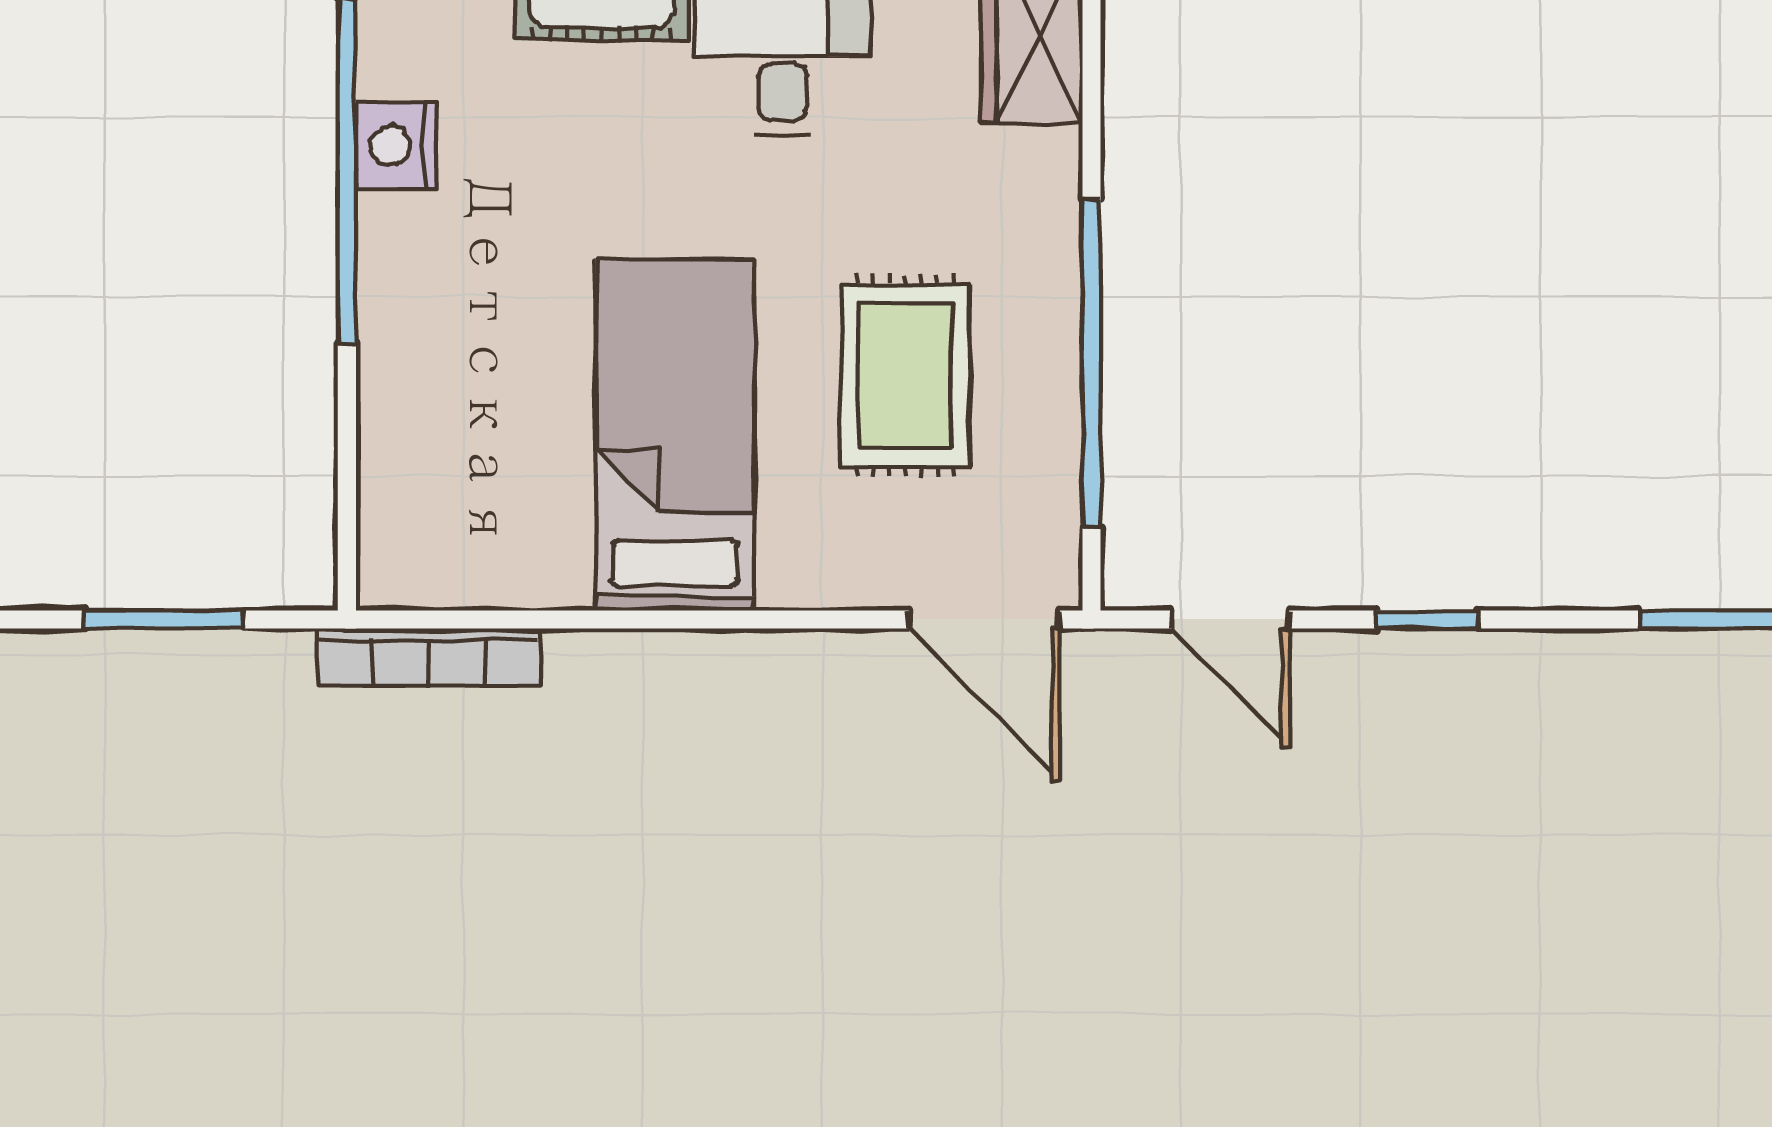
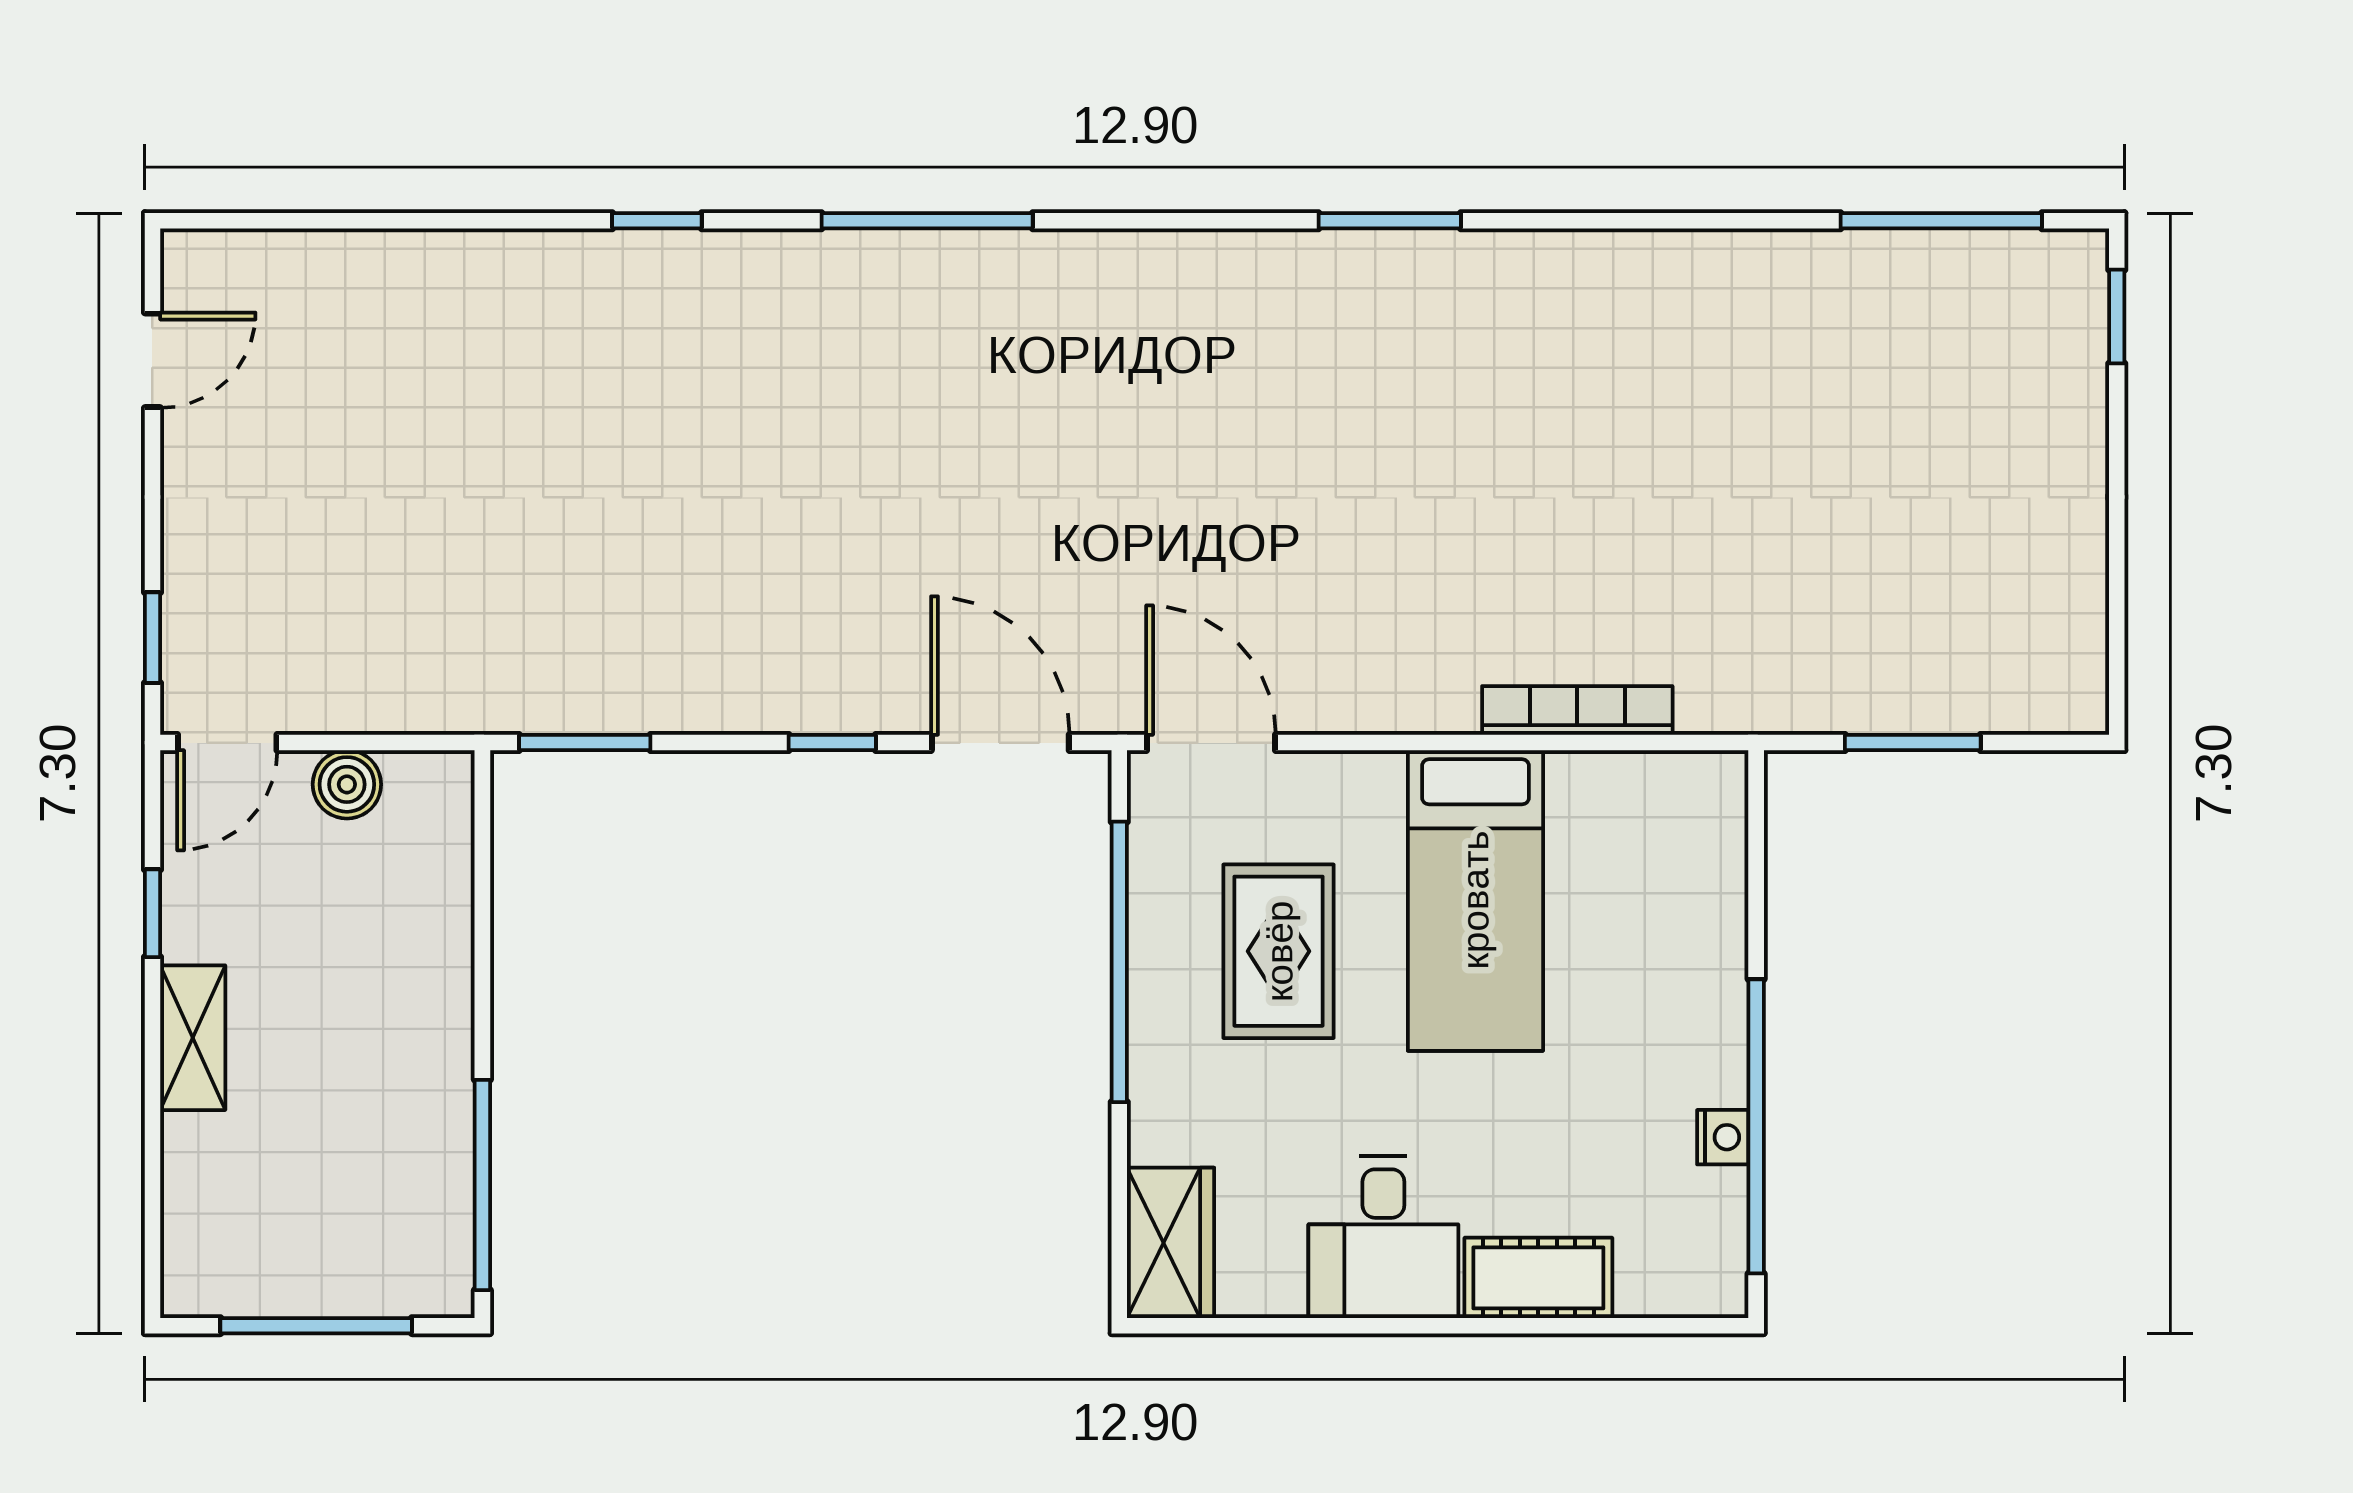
nightstand: (396, 146) -> (1723, 1137), width x0.72, depth x0.74
door: (1231, 619) -> (1000, 743), width x1.38
bookcase: (429, 657) -> (1577, 710), moved

